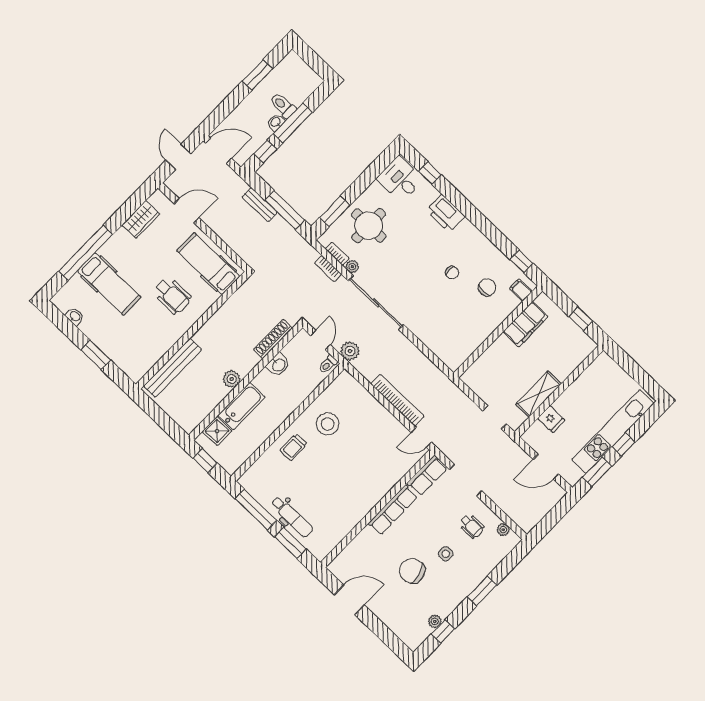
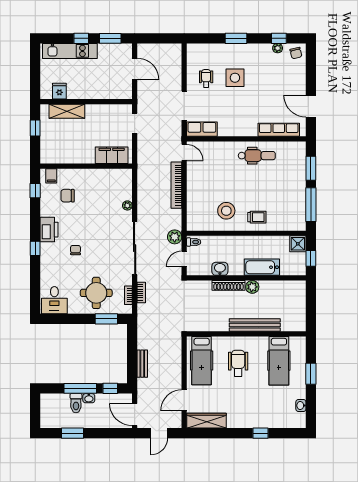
window: (430, 173) -> (35, 248), moved
window: (285, 210) -> (132, 347), removed
door: (186, 211) -> (184, 400), hinge flipped
printer: (445, 213) -> (49, 230), moved
wardrobe: (141, 219) -> (206, 421), width x1.50
window: (86, 253) -> (261, 433), width x0.32
plant: (352, 267) -> (127, 205), moved
chair: (452, 273) -> (75, 250), moved
hospital bed: (109, 284) -> (279, 361), moved, turned 180
filing cabinet: (525, 324) -> (112, 155), moved
shoe rack: (273, 339) -> (229, 285), moved
bench: (173, 368) -> (255, 325), moved
shelving: (539, 394) -> (67, 111), moved
fridge: (551, 419) -> (59, 91), moved
shower: (217, 431) -> (298, 244), moved
kitchen unit: (613, 431) -> (70, 51), width x0.73
row of seats: (393, 510) -> (279, 130), moved
dental chair: (292, 517) -> (257, 156), moved, turned 90
plant: (503, 530) -> (191, 59), removed
side table: (446, 554) -> (235, 78), width x1.87, depth x1.87
chair: (412, 571) -> (296, 53), moved, width x0.54, depth x0.54

